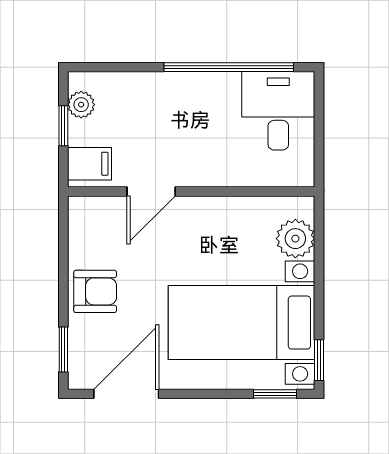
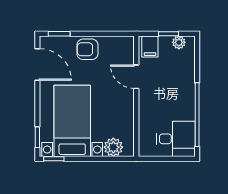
armchair: (95, 291) -> (87, 49), turned 90

